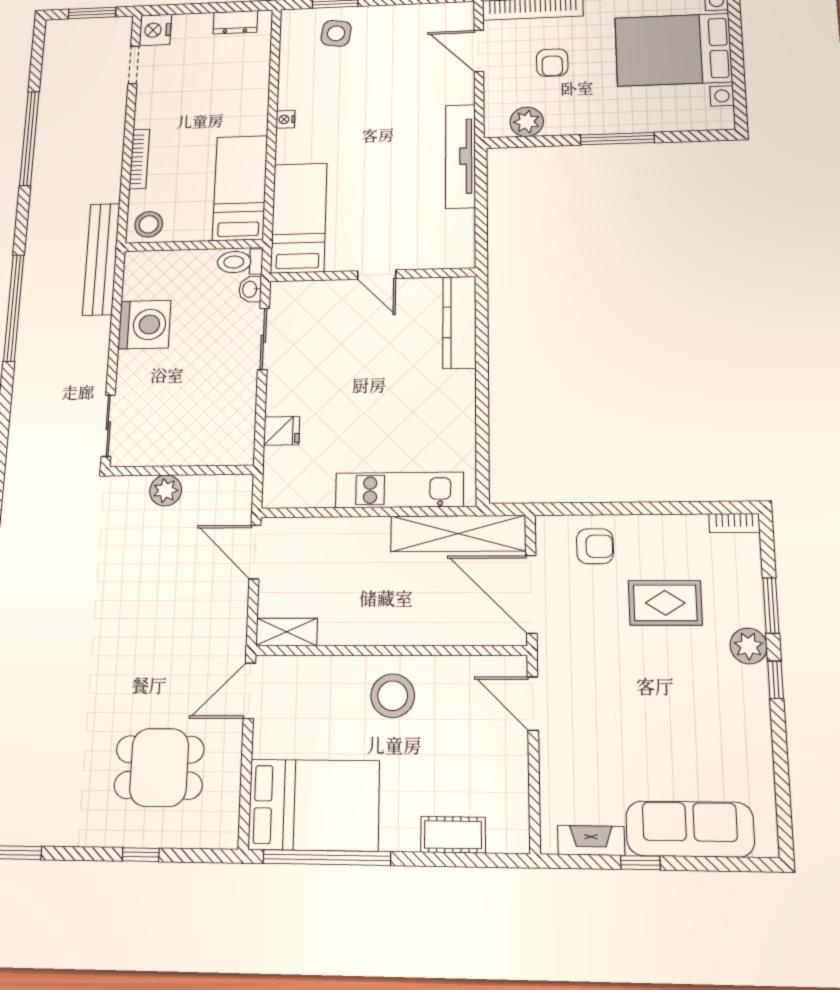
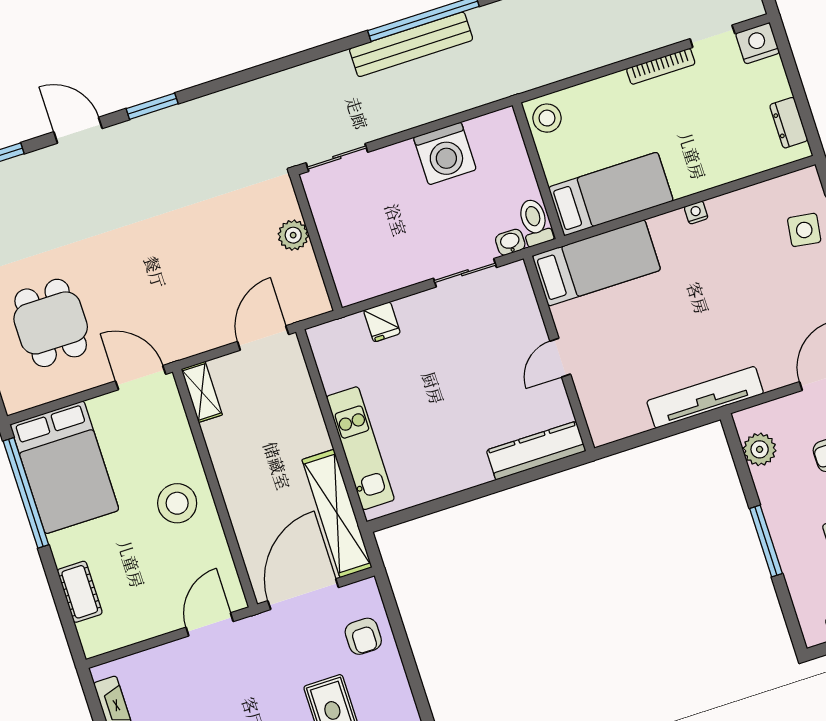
bookcase: (139, 159) -> (661, 66), moved
bench: (101, 259) -> (411, 44), moved

